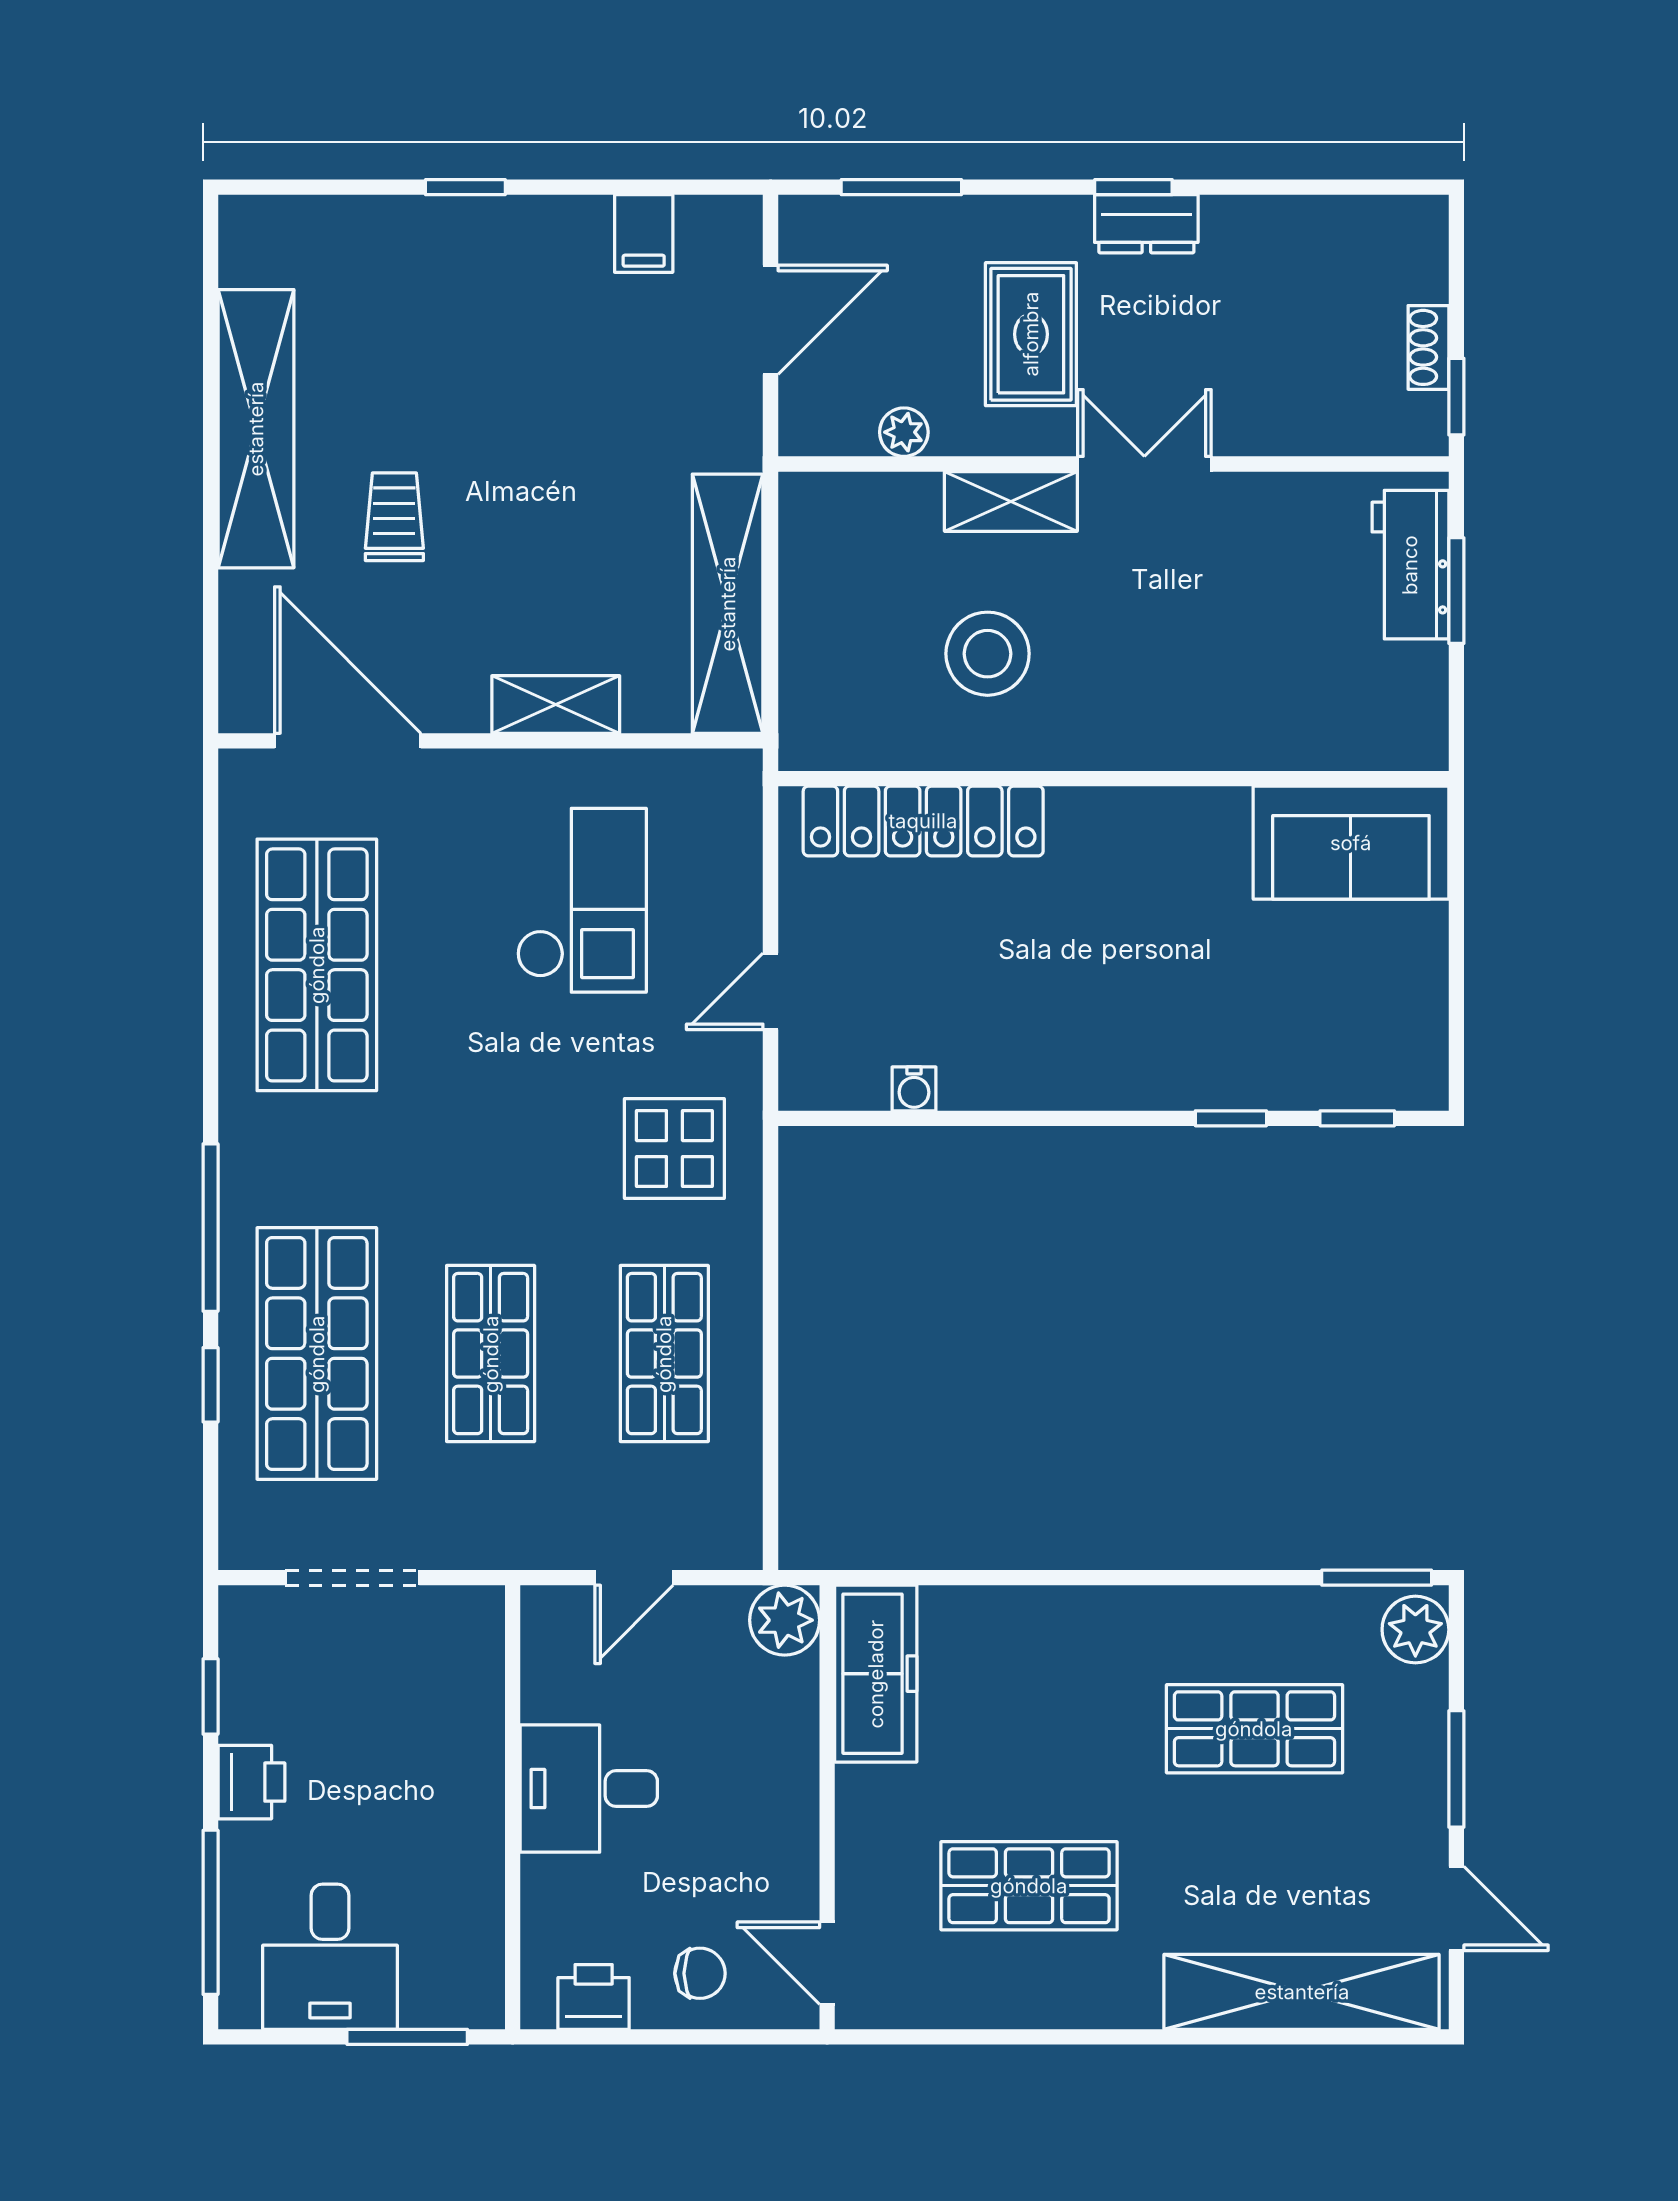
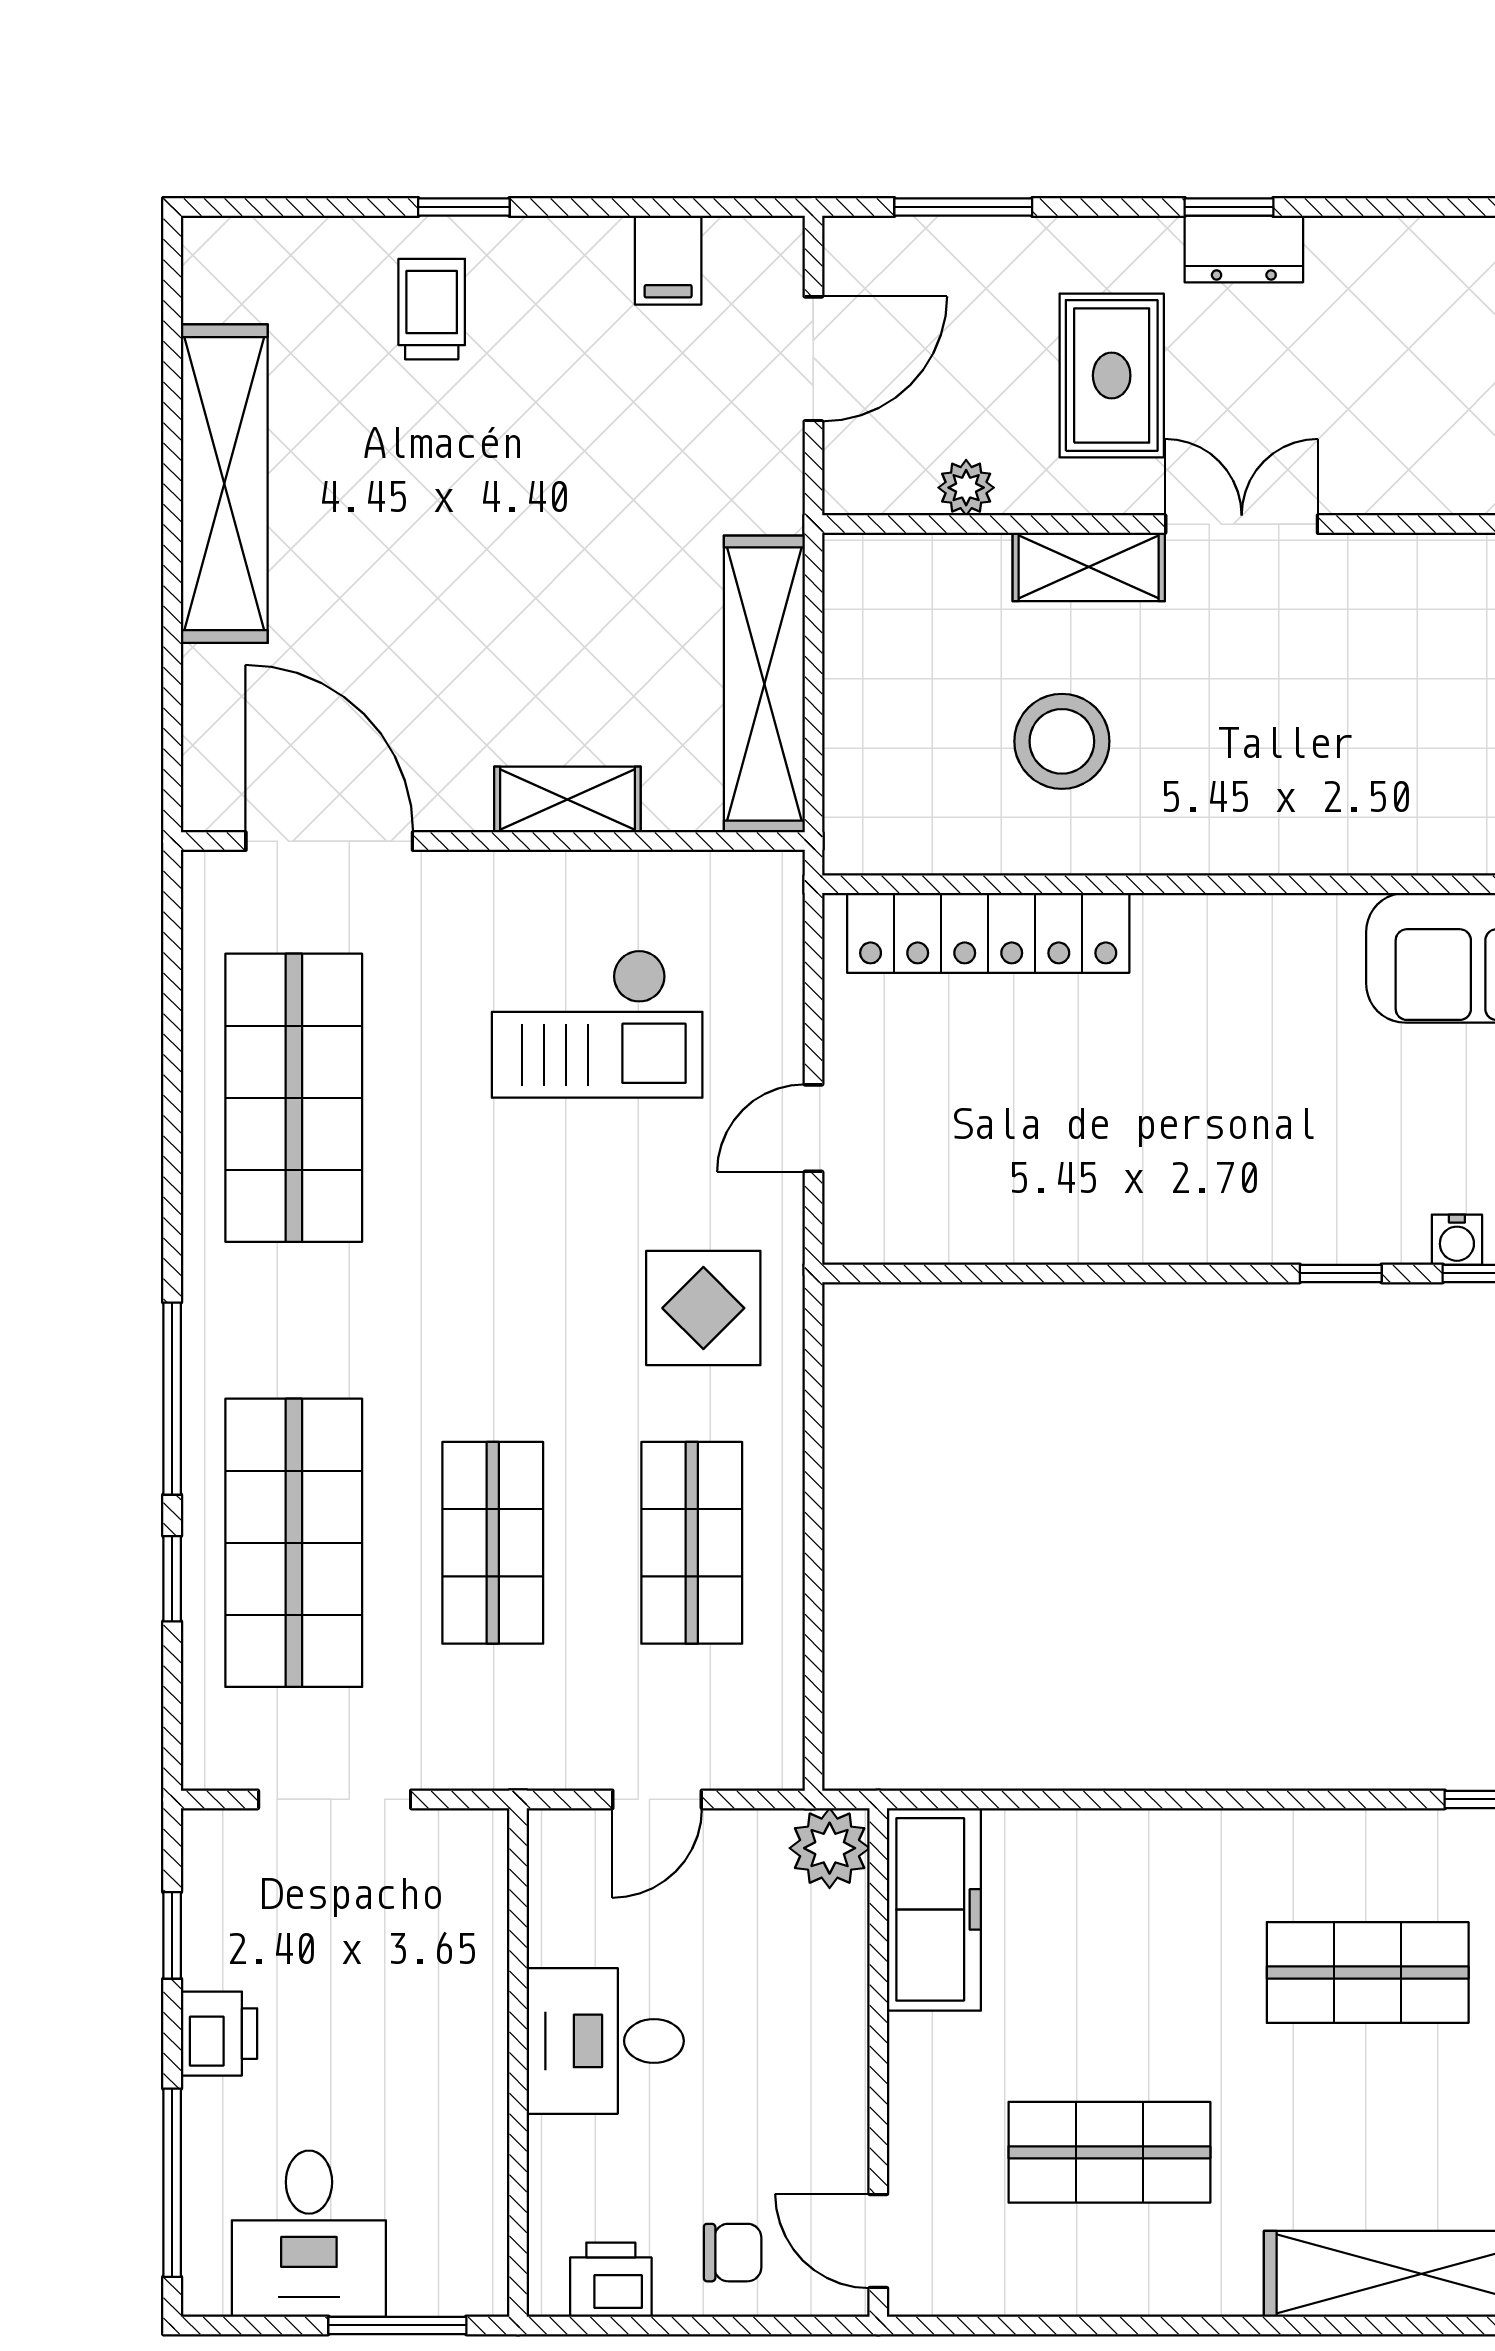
trolley: (394, 517) -> (432, 309), moved
checkout: (582, 900) -> (597, 1024), turned 90
water cooler: (914, 1089) -> (1457, 1240), moved

